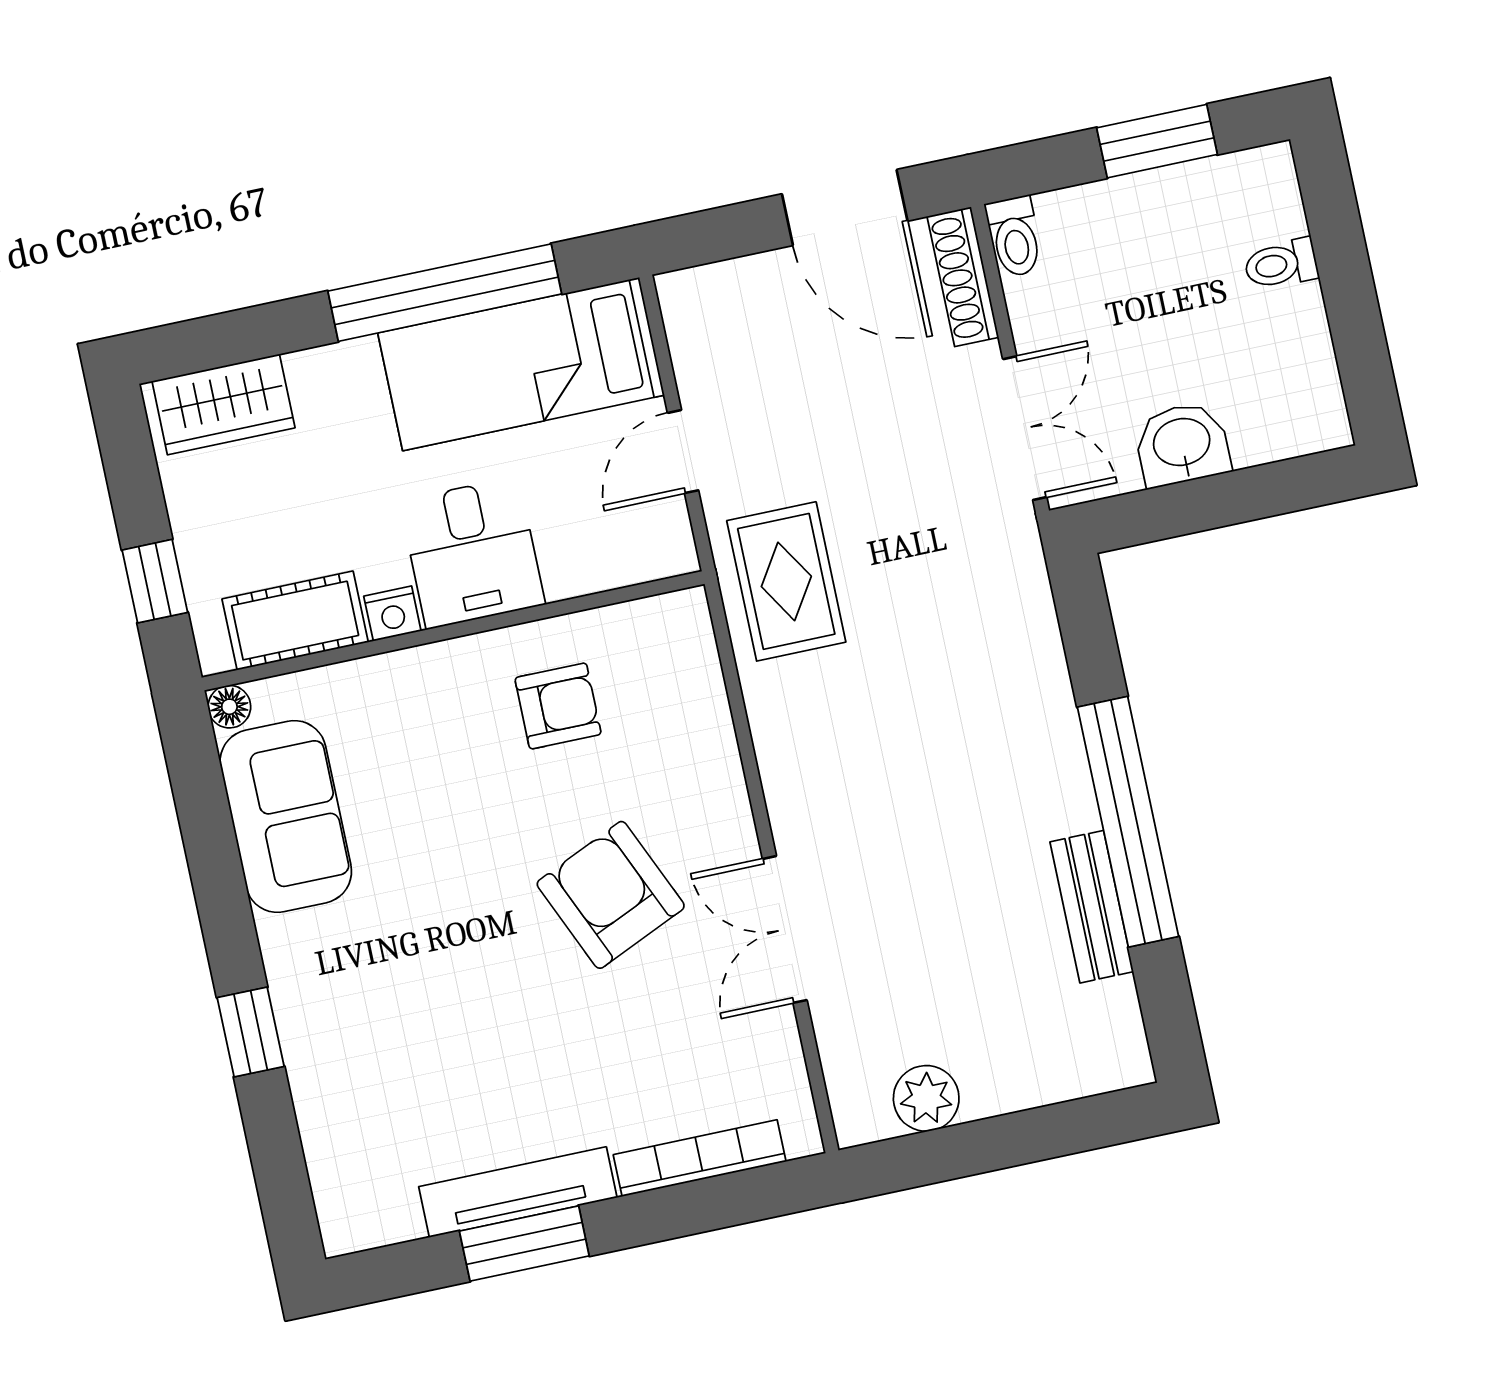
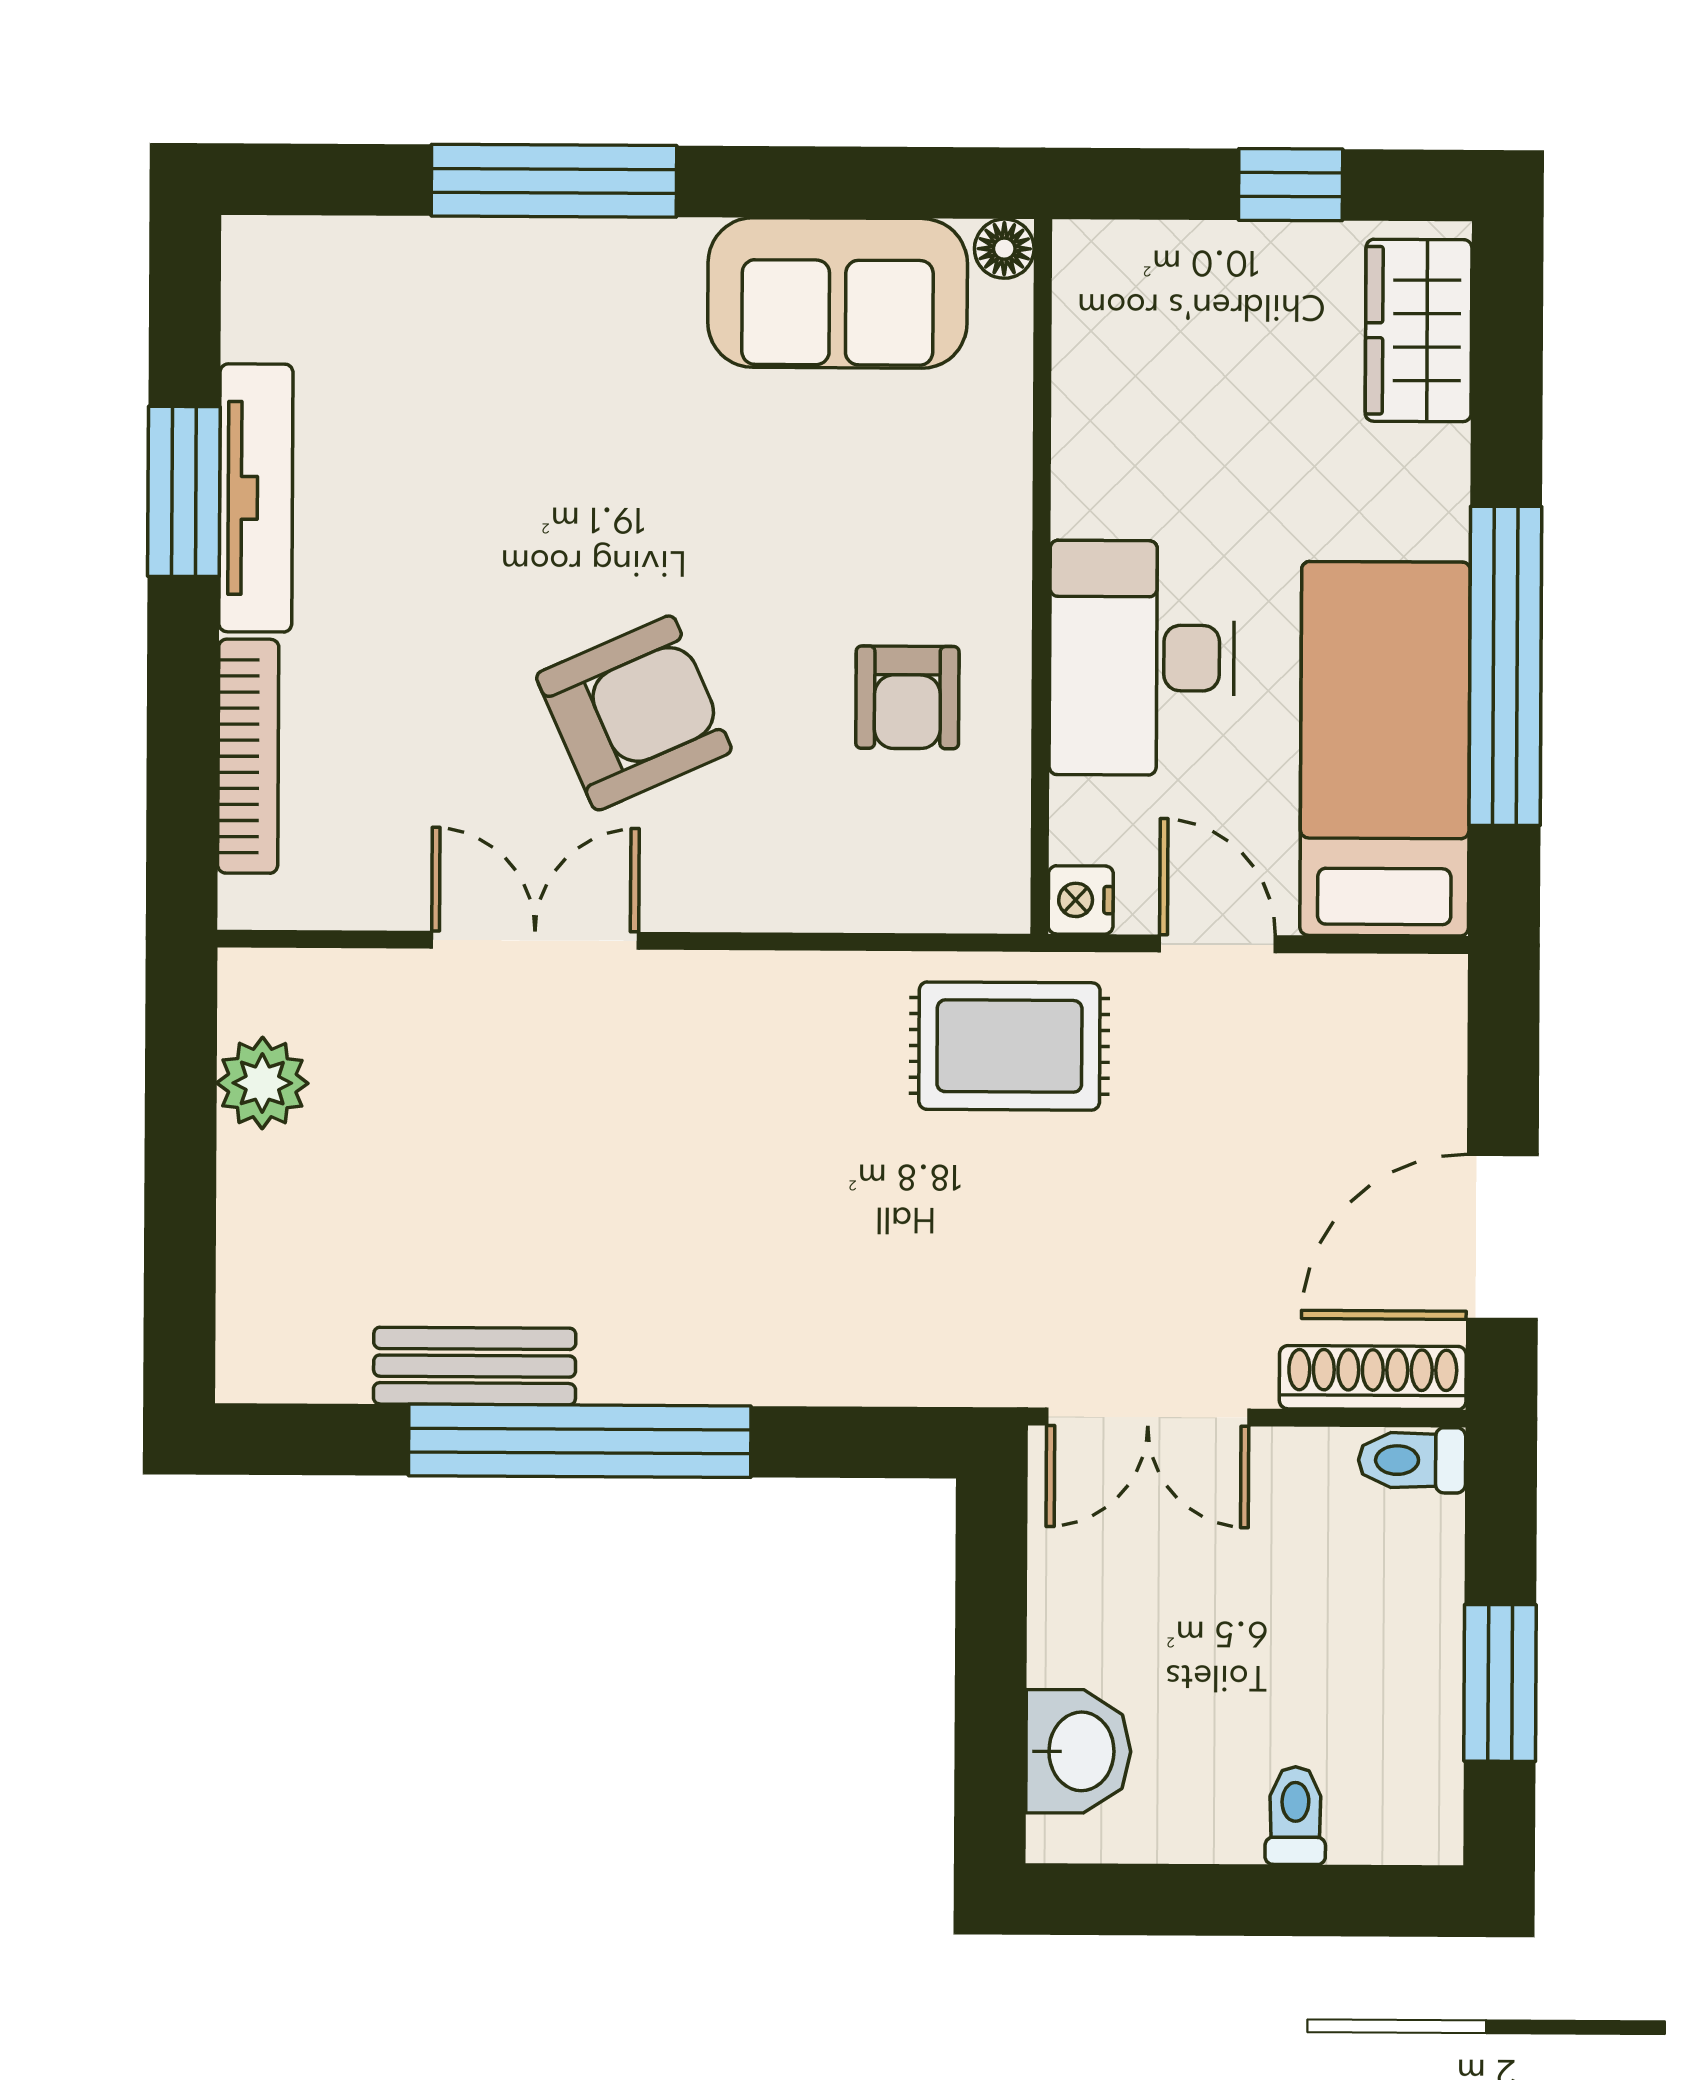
washbasin: (1182, 444) -> (1078, 1751), moved
desk: (472, 553) -> (1142, 658), width x1.37
window: (155, 581) -> (1291, 185), moved
nightstand: (392, 614) -> (1081, 900), moved
cot: (295, 621) -> (1102, 364), removed
window: (251, 1032) -> (554, 181), width x2.17

